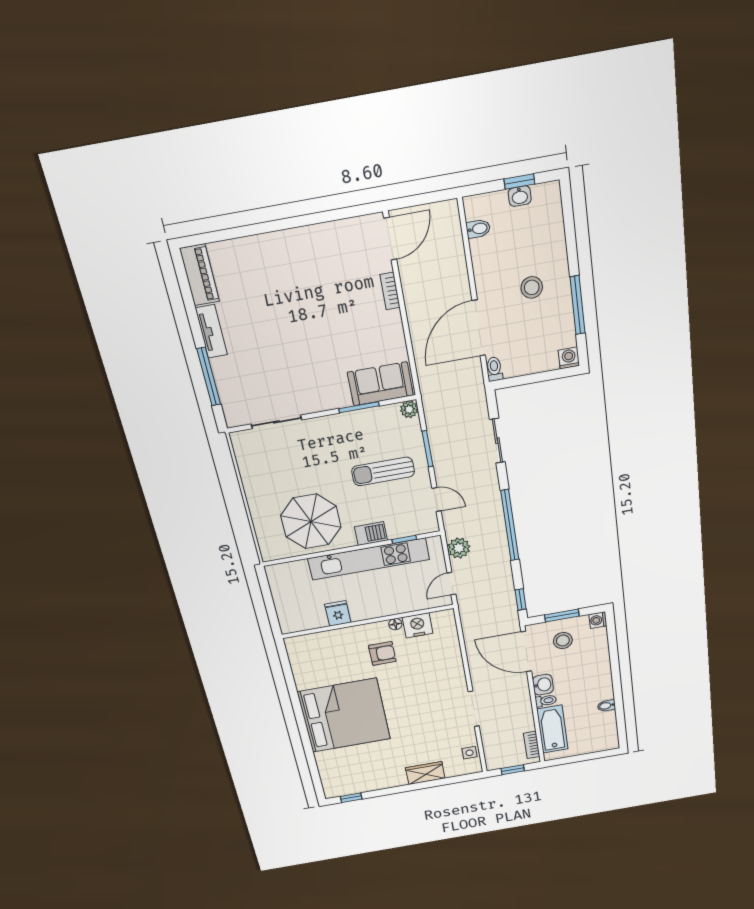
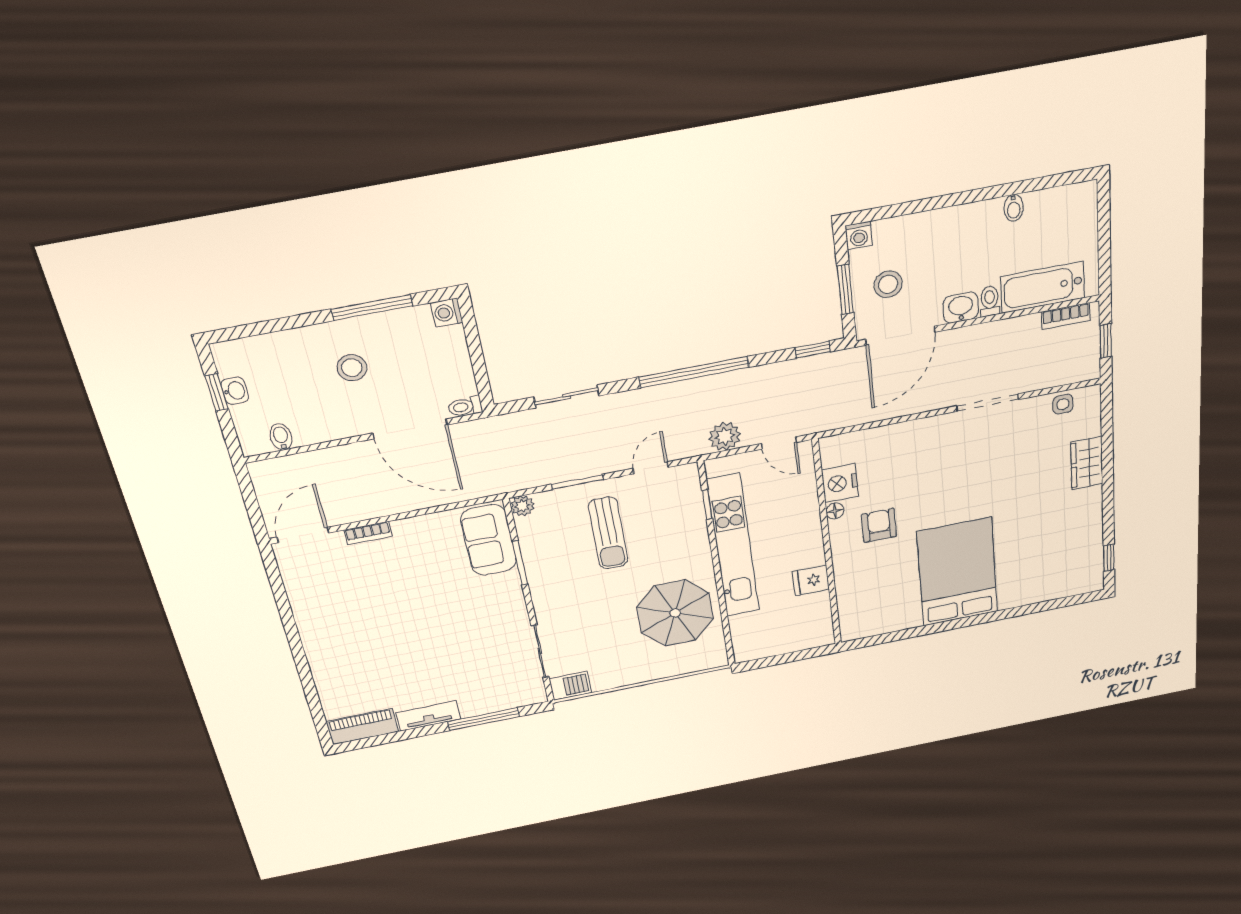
door: (390, 239) -> (303, 535), hinge flipped
barbecue: (371, 534) -> (570, 686), moved, turned 90
bed: (344, 715) -> (957, 572), width x0.73

